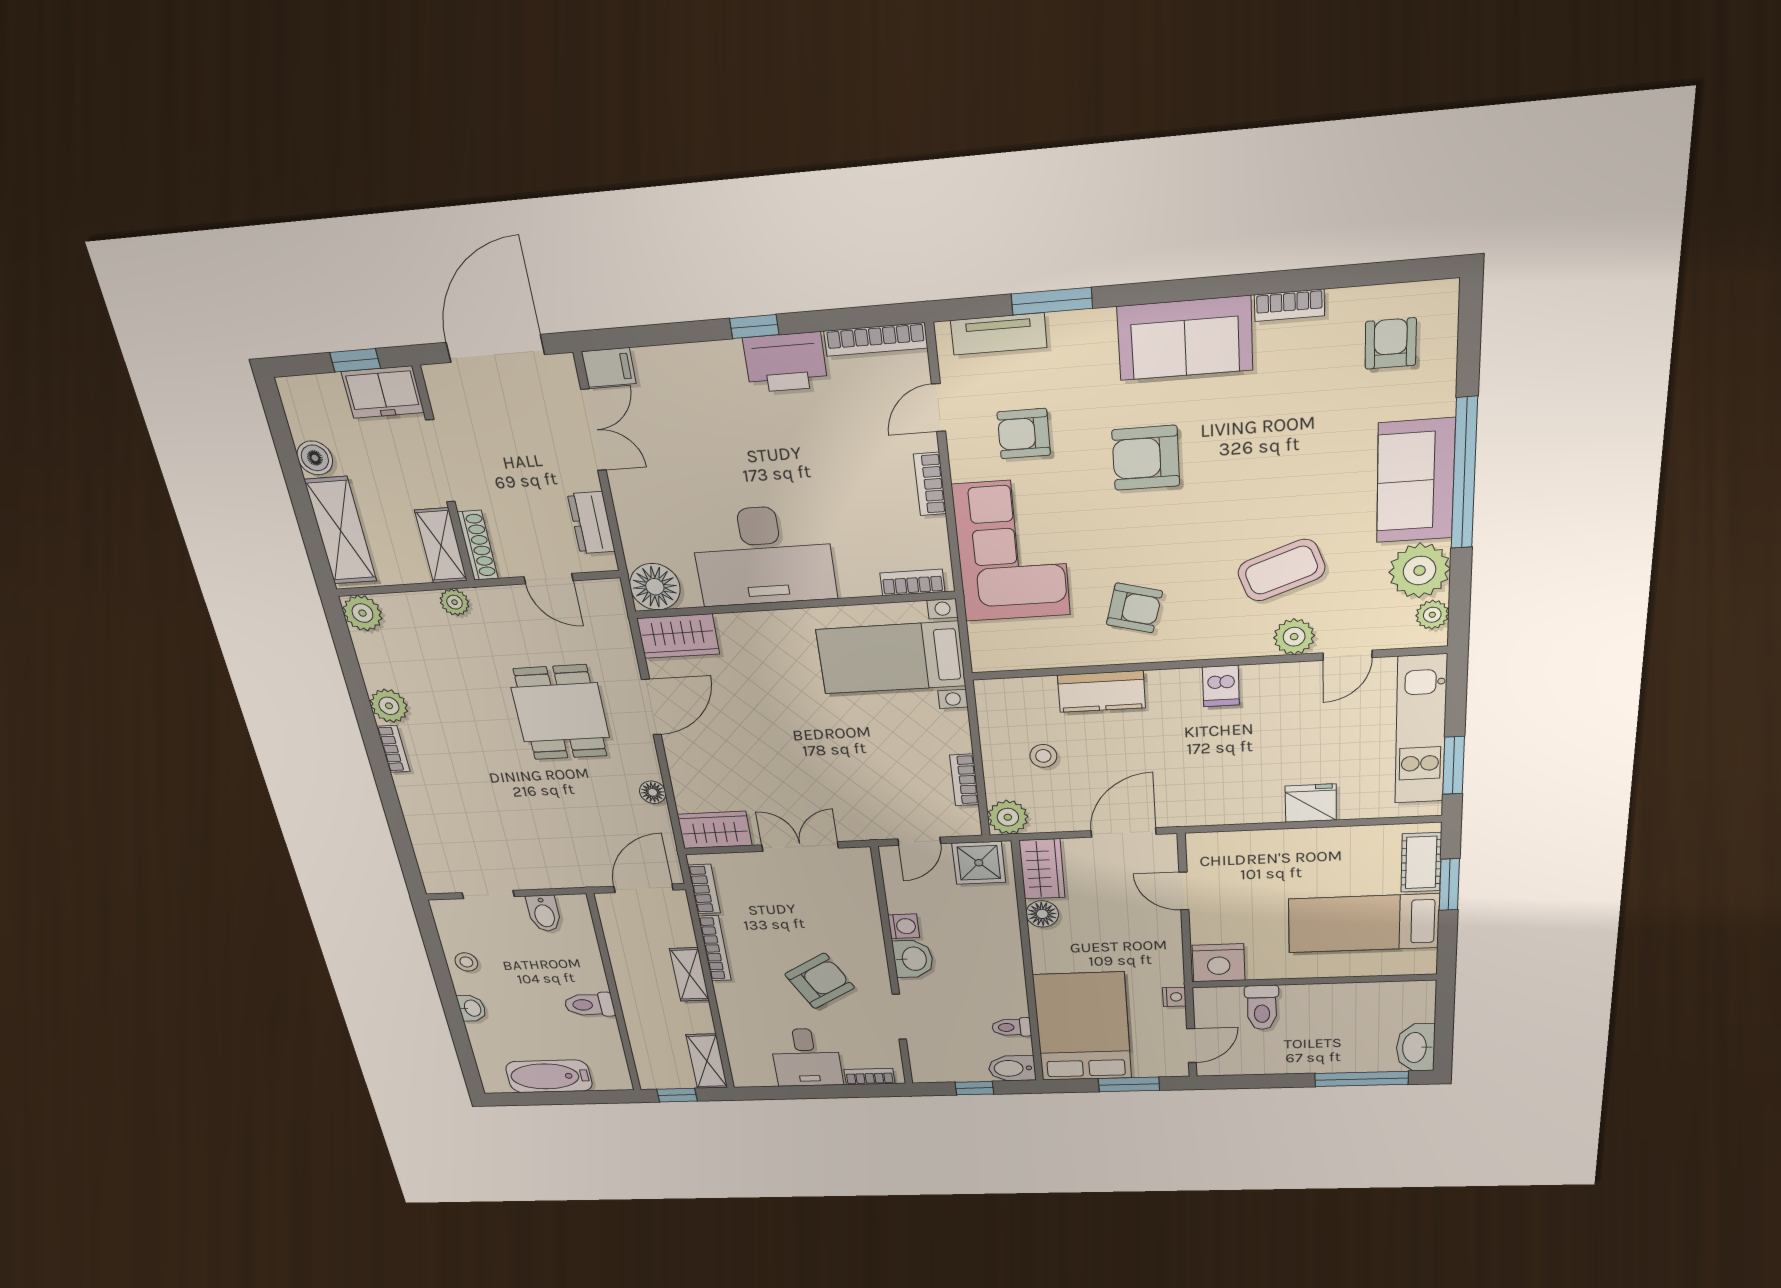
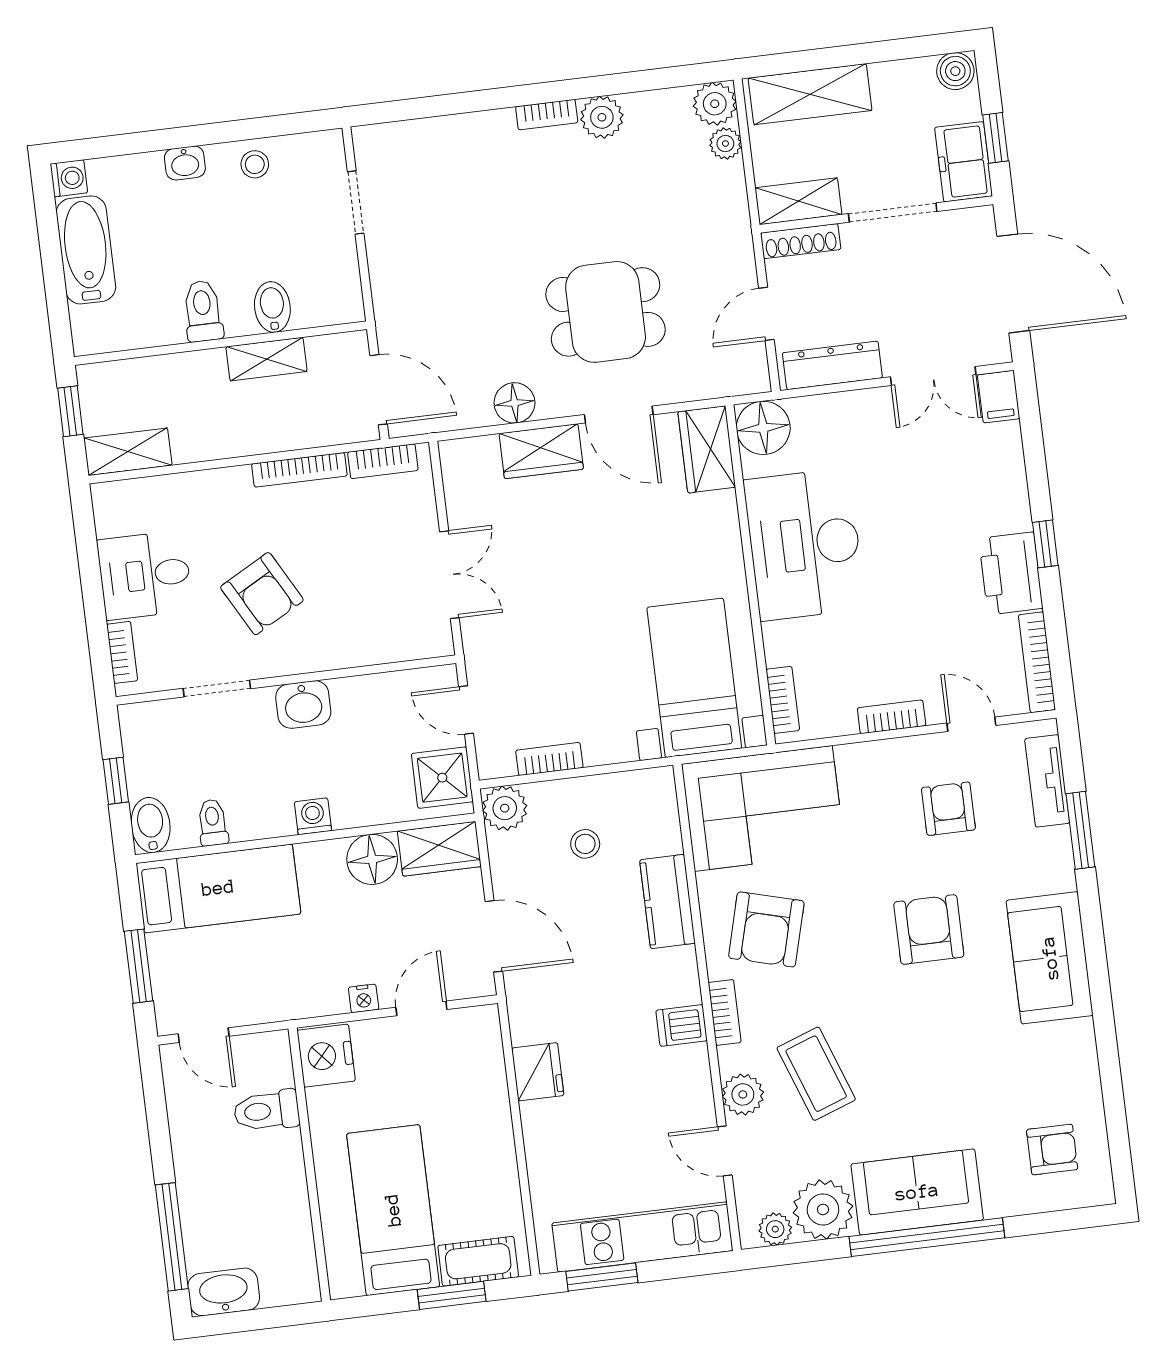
bookcase: (1289, 305) -> (725, 1012), moved, turned 180
boiler: (315, 458) -> (955, 71), moved
dresser: (591, 523) -> (832, 365), width x1.44
corner sofa: (1011, 550) -> (763, 808), moved
plant: (455, 602) -> (725, 144), moved
armchair: (1134, 608) -> (766, 929), width x1.38, depth x1.38
floor lamp: (653, 792) -> (514, 403), width x1.37, depth x1.37
fridge: (1311, 803) -> (538, 1072), moved
wardrobe: (715, 830) -> (541, 451), moved, turned 90
bidet: (544, 913) -> (272, 307), moved, turned 90
floor lamp: (1042, 914) -> (372, 859), width x1.38, depth x1.38
washing machine: (904, 926) -> (313, 816), moved, turned 180
shelving: (689, 974) -> (266, 359), moved
nightstand: (1174, 997) -> (364, 998), moved
bed: (1083, 1027) -> (218, 888), width x0.67
washing machine: (494, 1083) -> (69, 178), added

